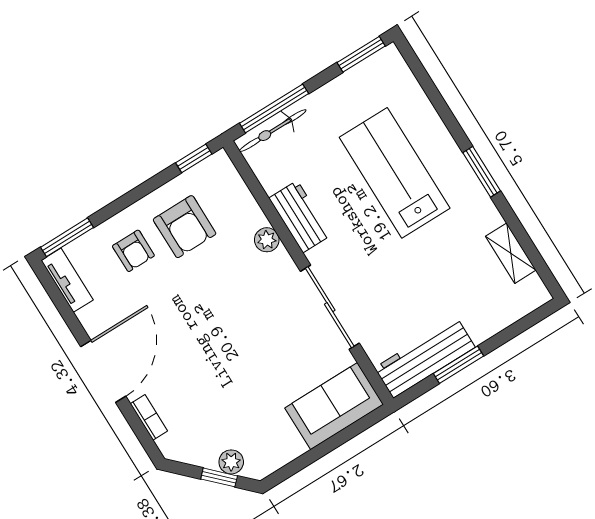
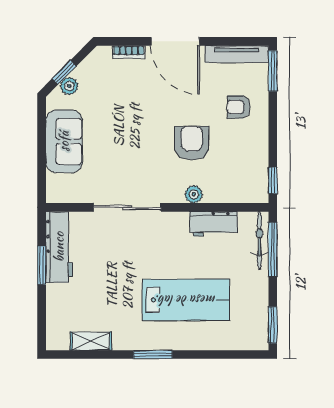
workbench: (300, 217) -> (213, 224), moved
armchair: (185, 227) -> (192, 143), moved, turned 90
tv unit: (67, 280) -> (237, 54), width x1.41
sofa: (334, 406) -> (64, 141), moved

